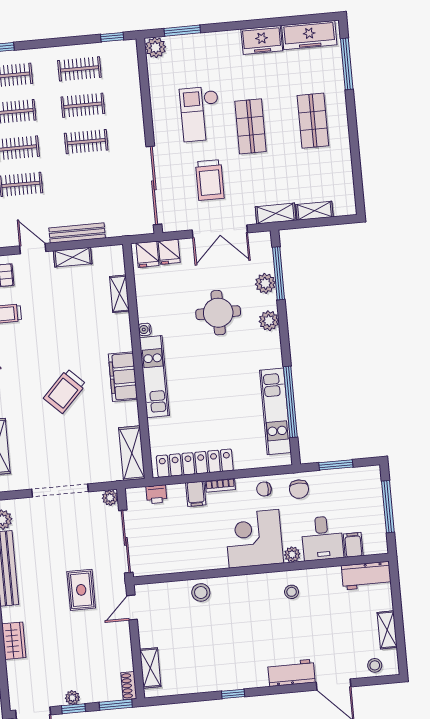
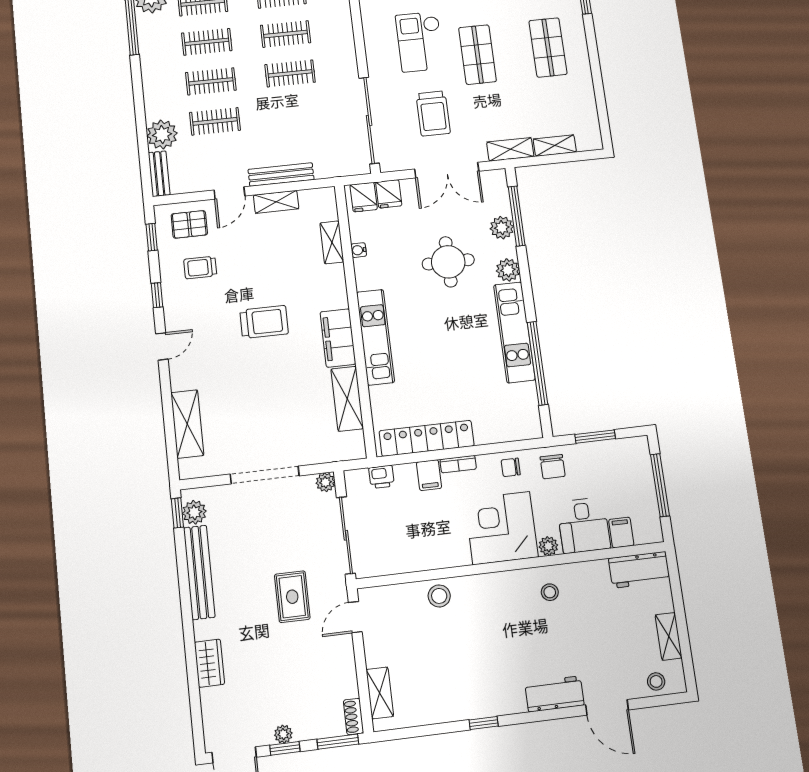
door: (33, 249) -> (229, 193), swing flipped
water cooler: (145, 329) -> (359, 250), moved
trolley: (65, 391) -> (264, 322), moved, turned -134
kitchen unit: (275, 411) -> (514, 332), moved
shelving: (132, 453) -> (347, 399), moved

